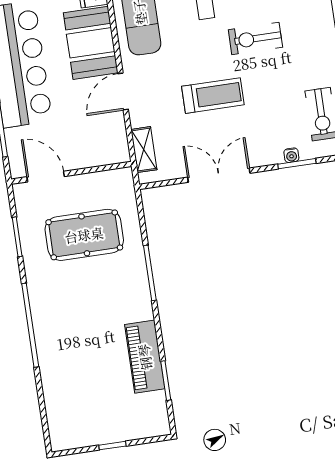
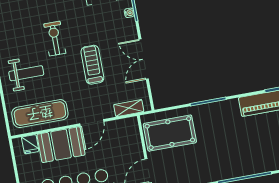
exercise bike: (255, 39) -> (55, 39), turned 180
door: (123, 92) -> (92, 123), hinge flipped
pool table: (84, 235) -> (170, 133), moved, turned 90

